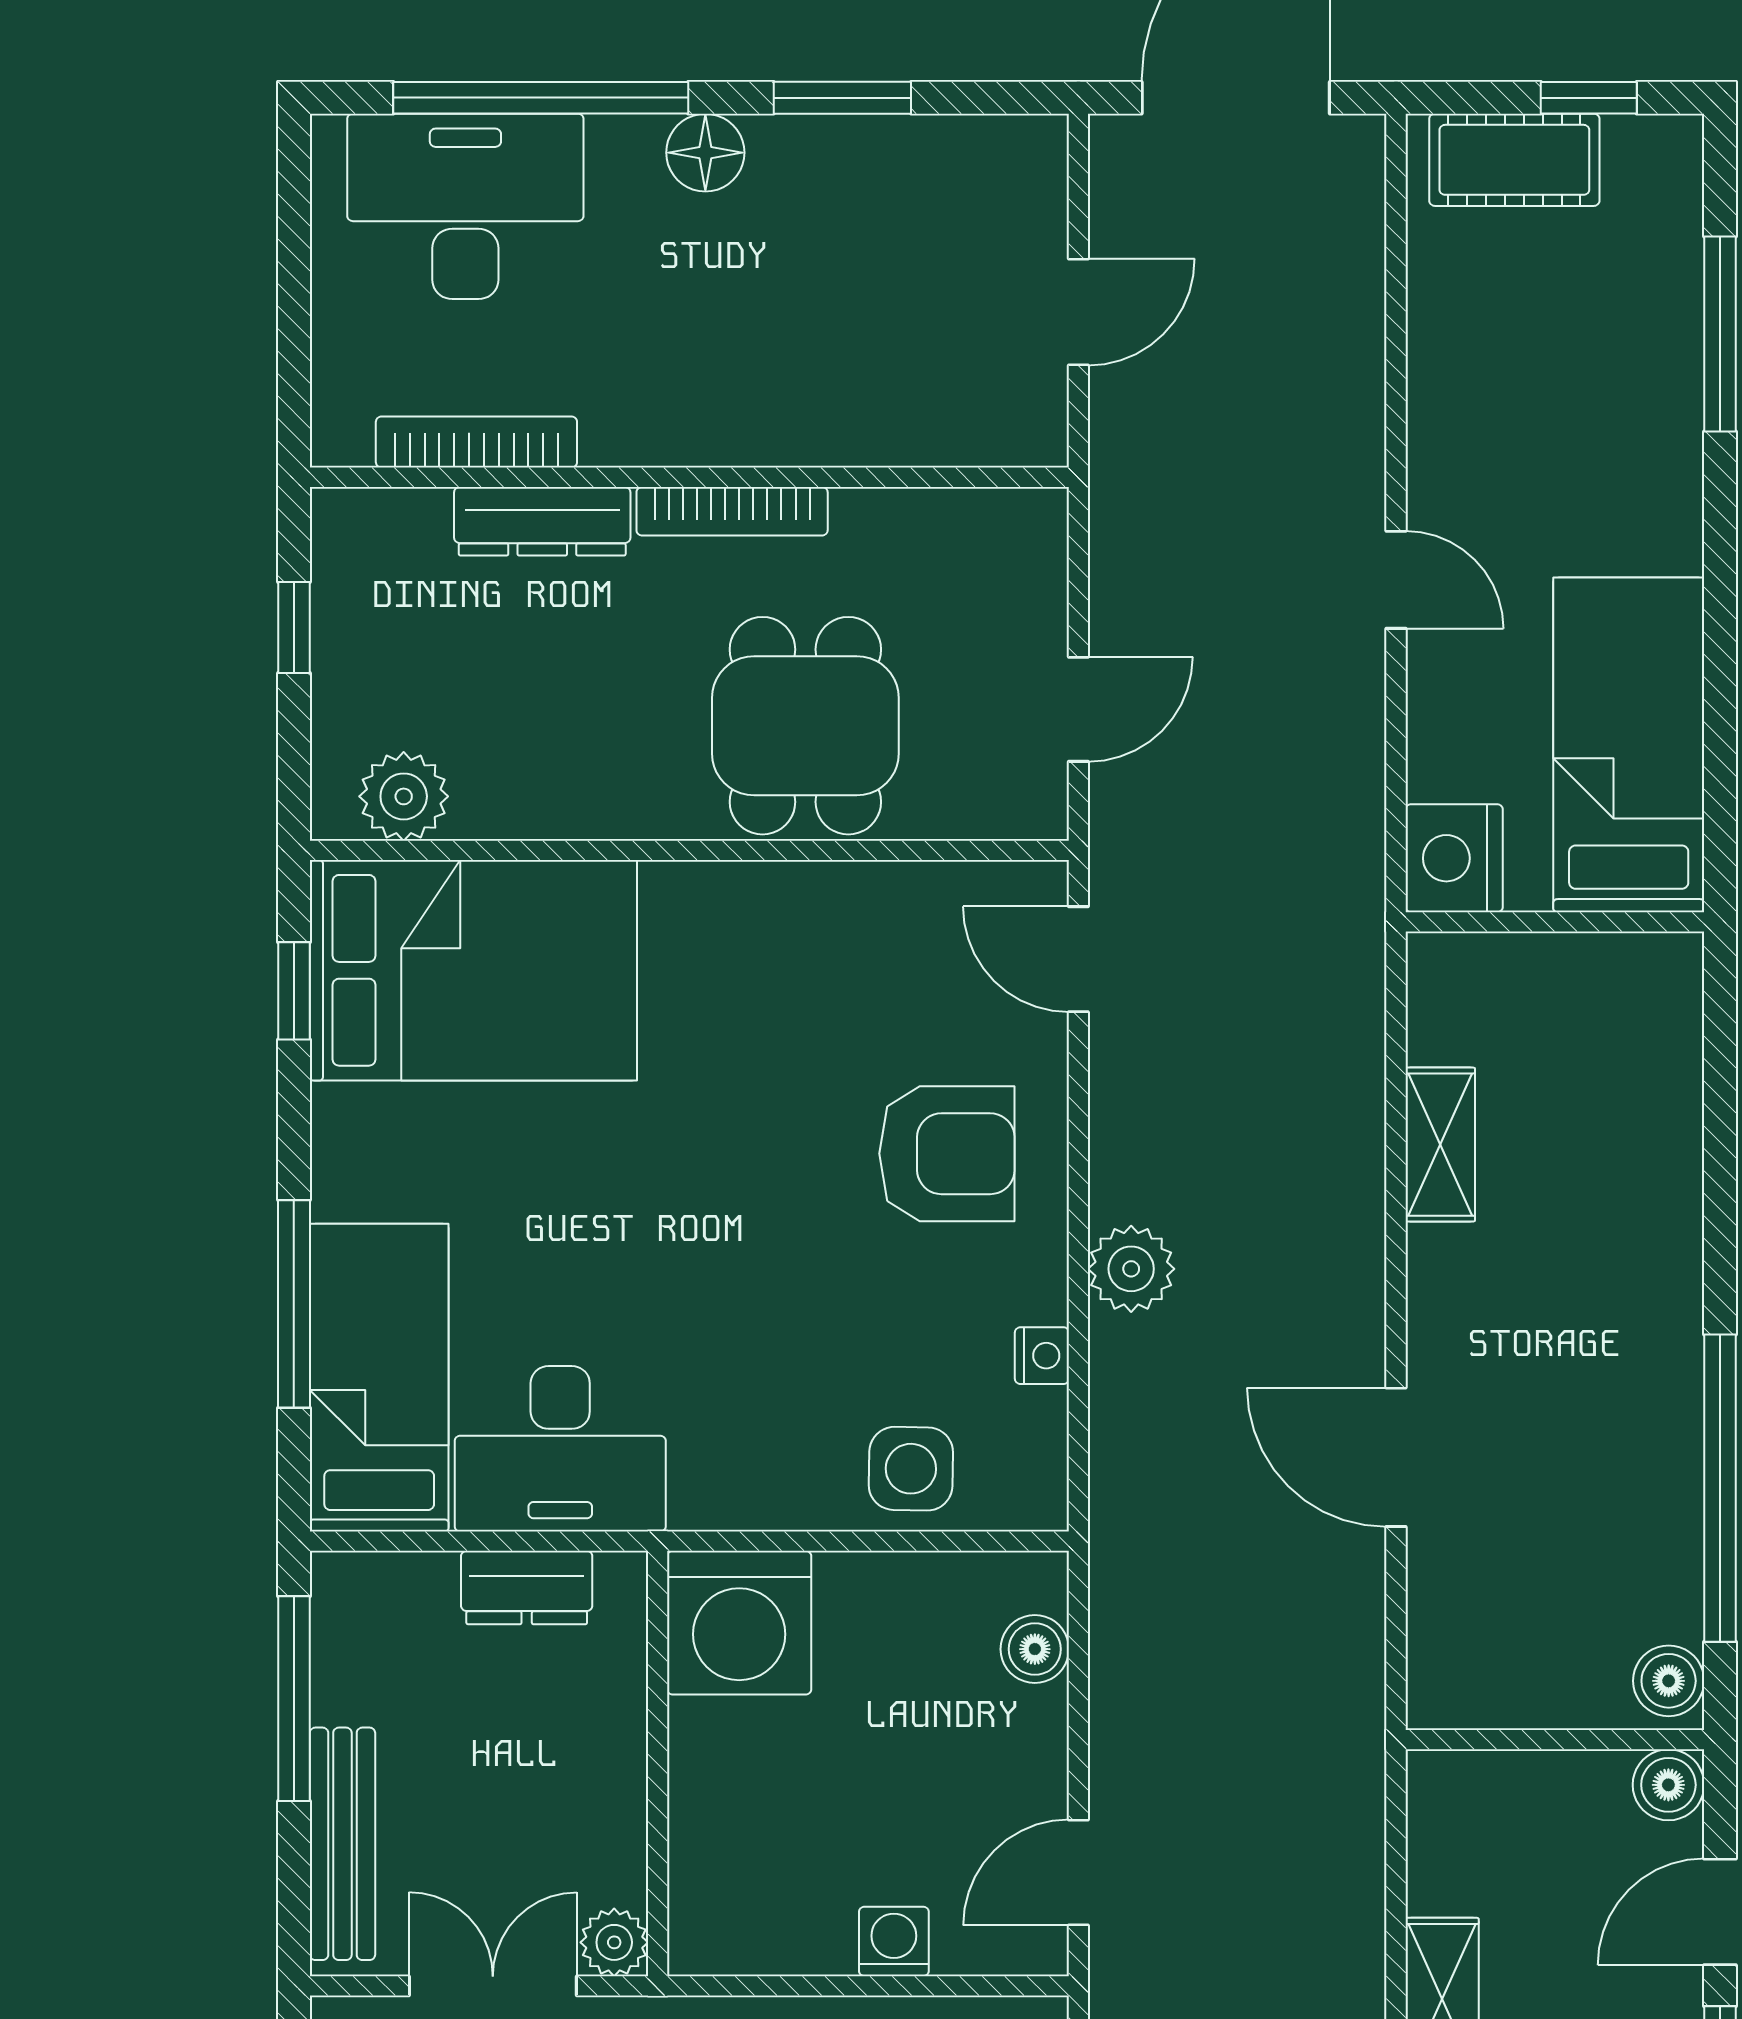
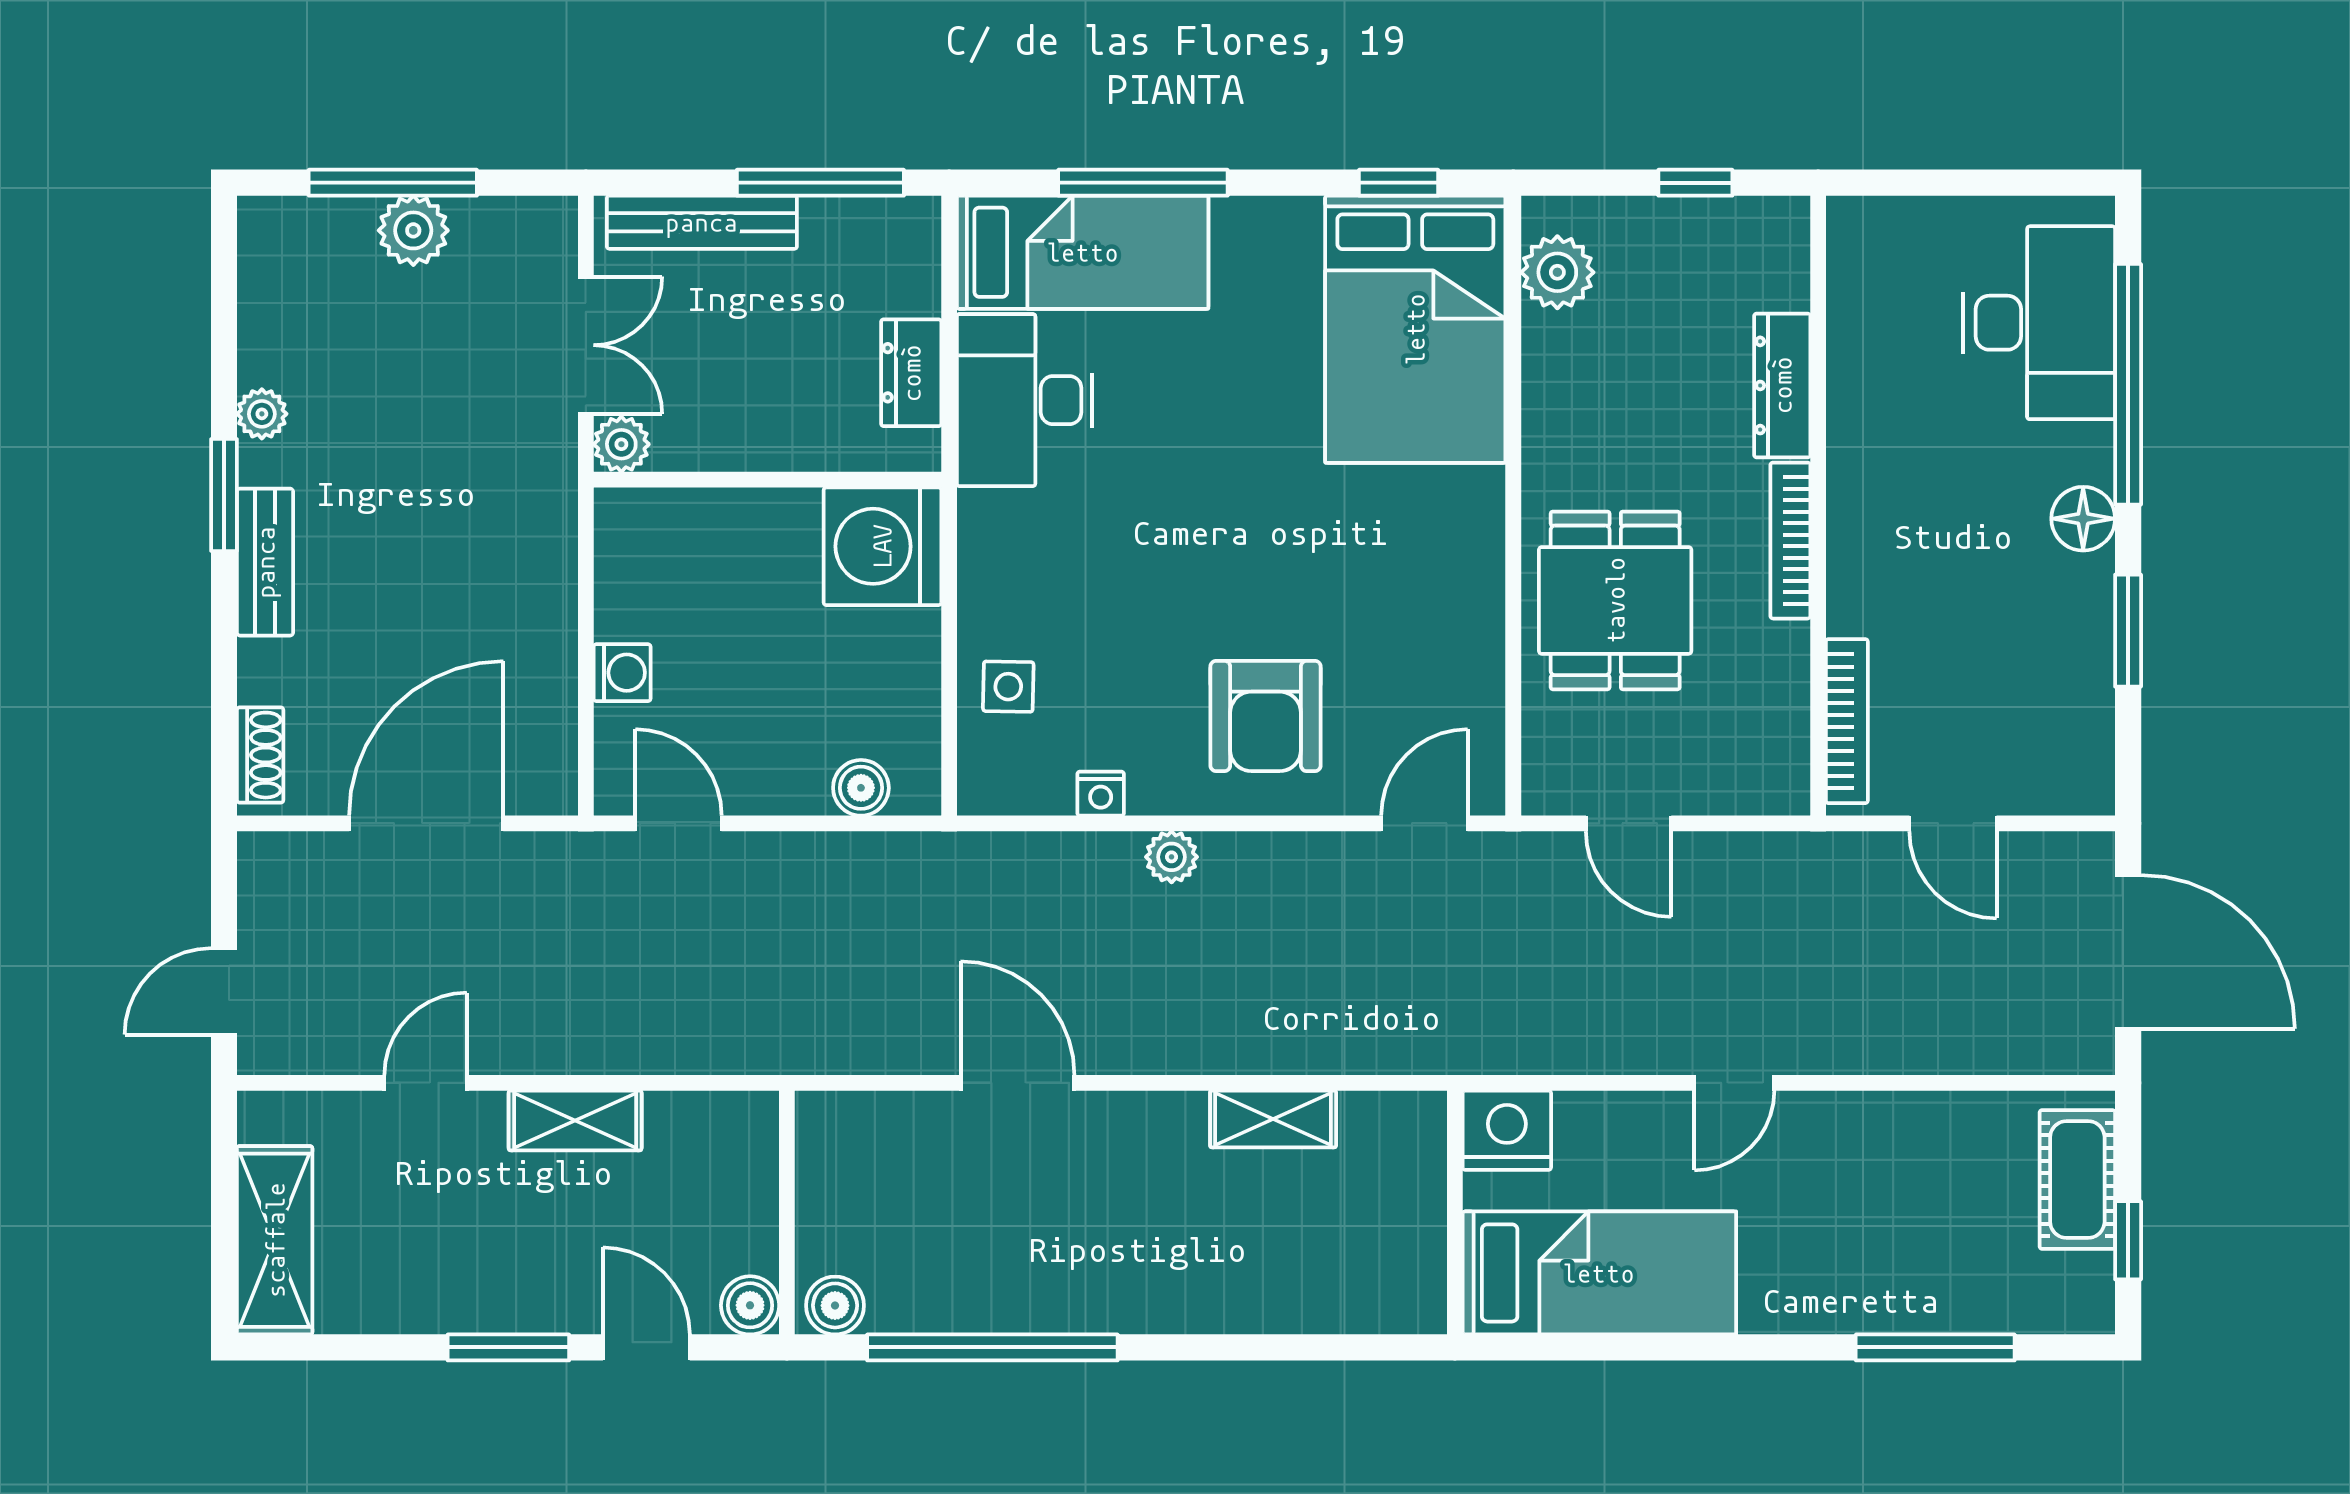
bookcase: (476, 442) -> (1847, 721), moved
dining table: (805, 726) -> (1615, 600), turned 90
plant: (1131, 1269) -> (1172, 857), width x0.73, depth x0.73
door: (1396, 1457) -> (1018, 1083), hinge flipped
side table: (911, 1469) -> (1008, 687), width x0.73, depth x0.73

